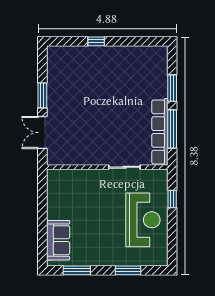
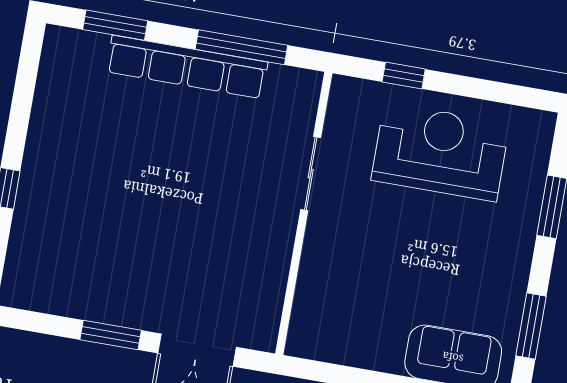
window: (172, 88) -> (115, 25), moved
row of seats: (160, 132) -> (187, 67), moved

